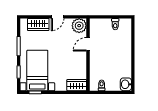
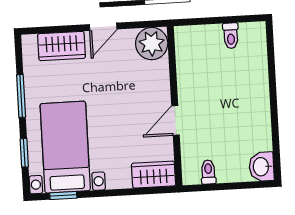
door: (88, 44) -> (175, 120), moved

